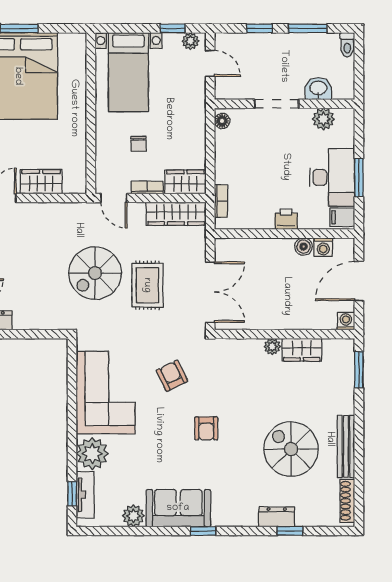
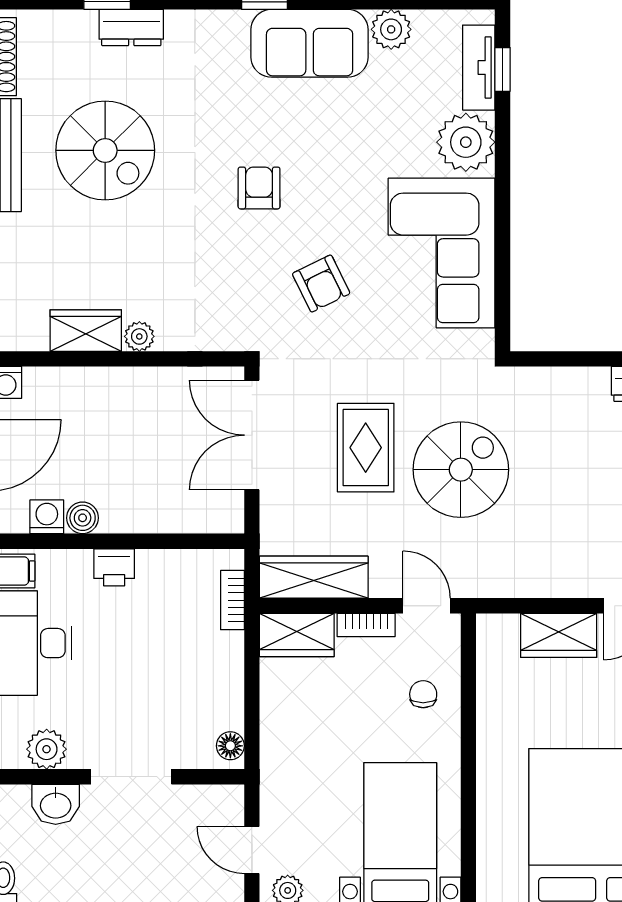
chair: (139, 144) -> (423, 694), moved

